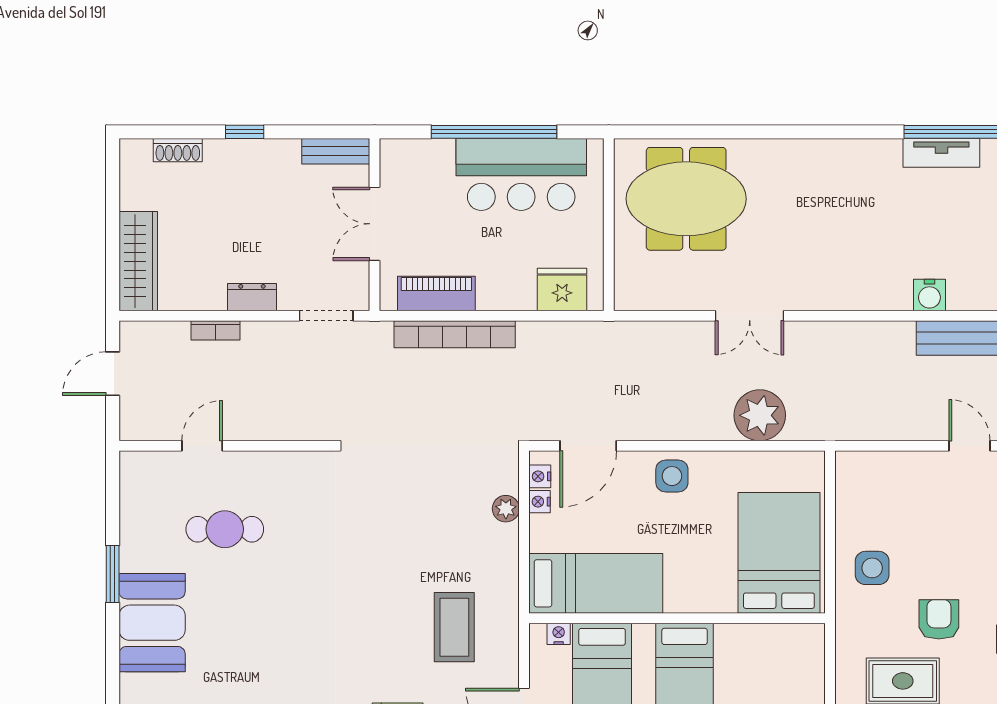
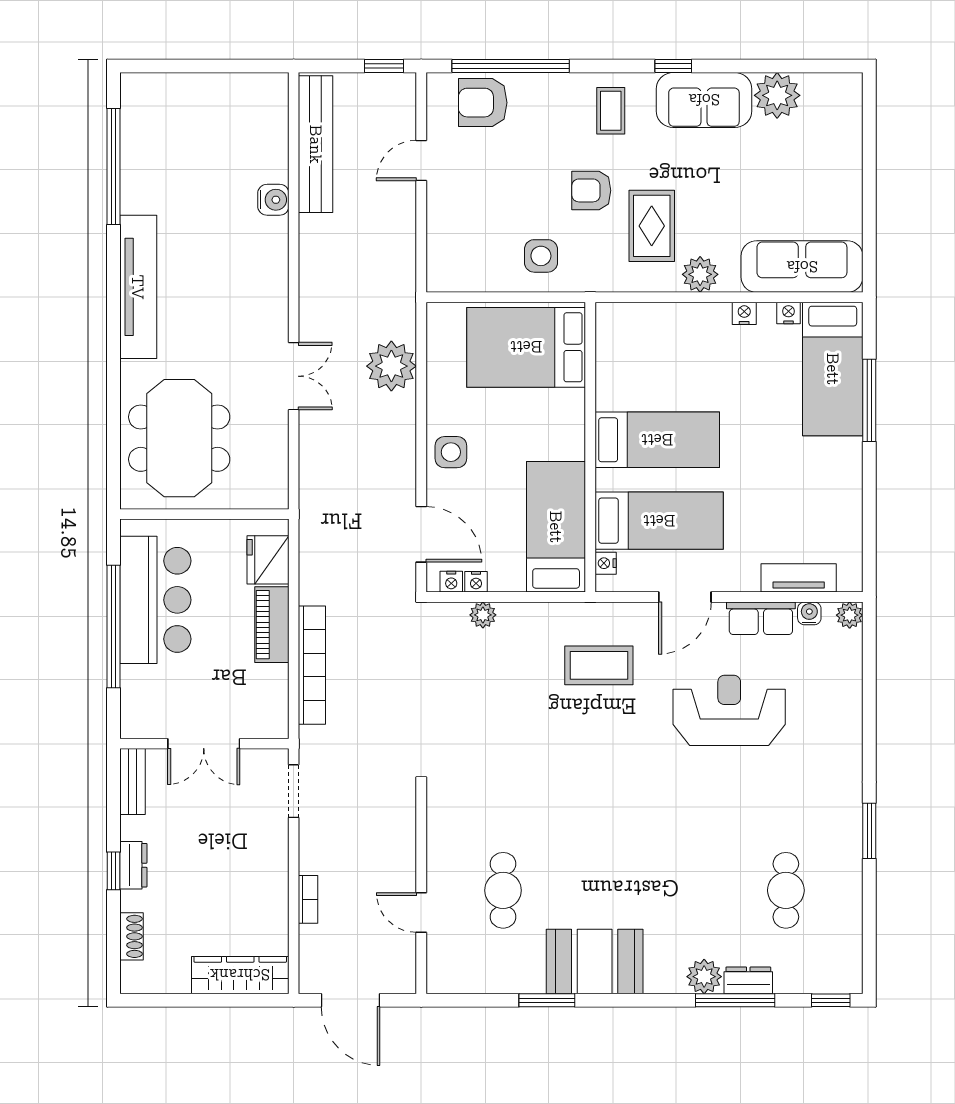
tv unit: (941, 153) -> (138, 287), moved, width x1.92, depth x1.29
piano: (436, 293) -> (272, 625), moved
dresser: (252, 297) -> (133, 865), moved, turned 180
door: (113, 374) -> (351, 1000), width x1.38

